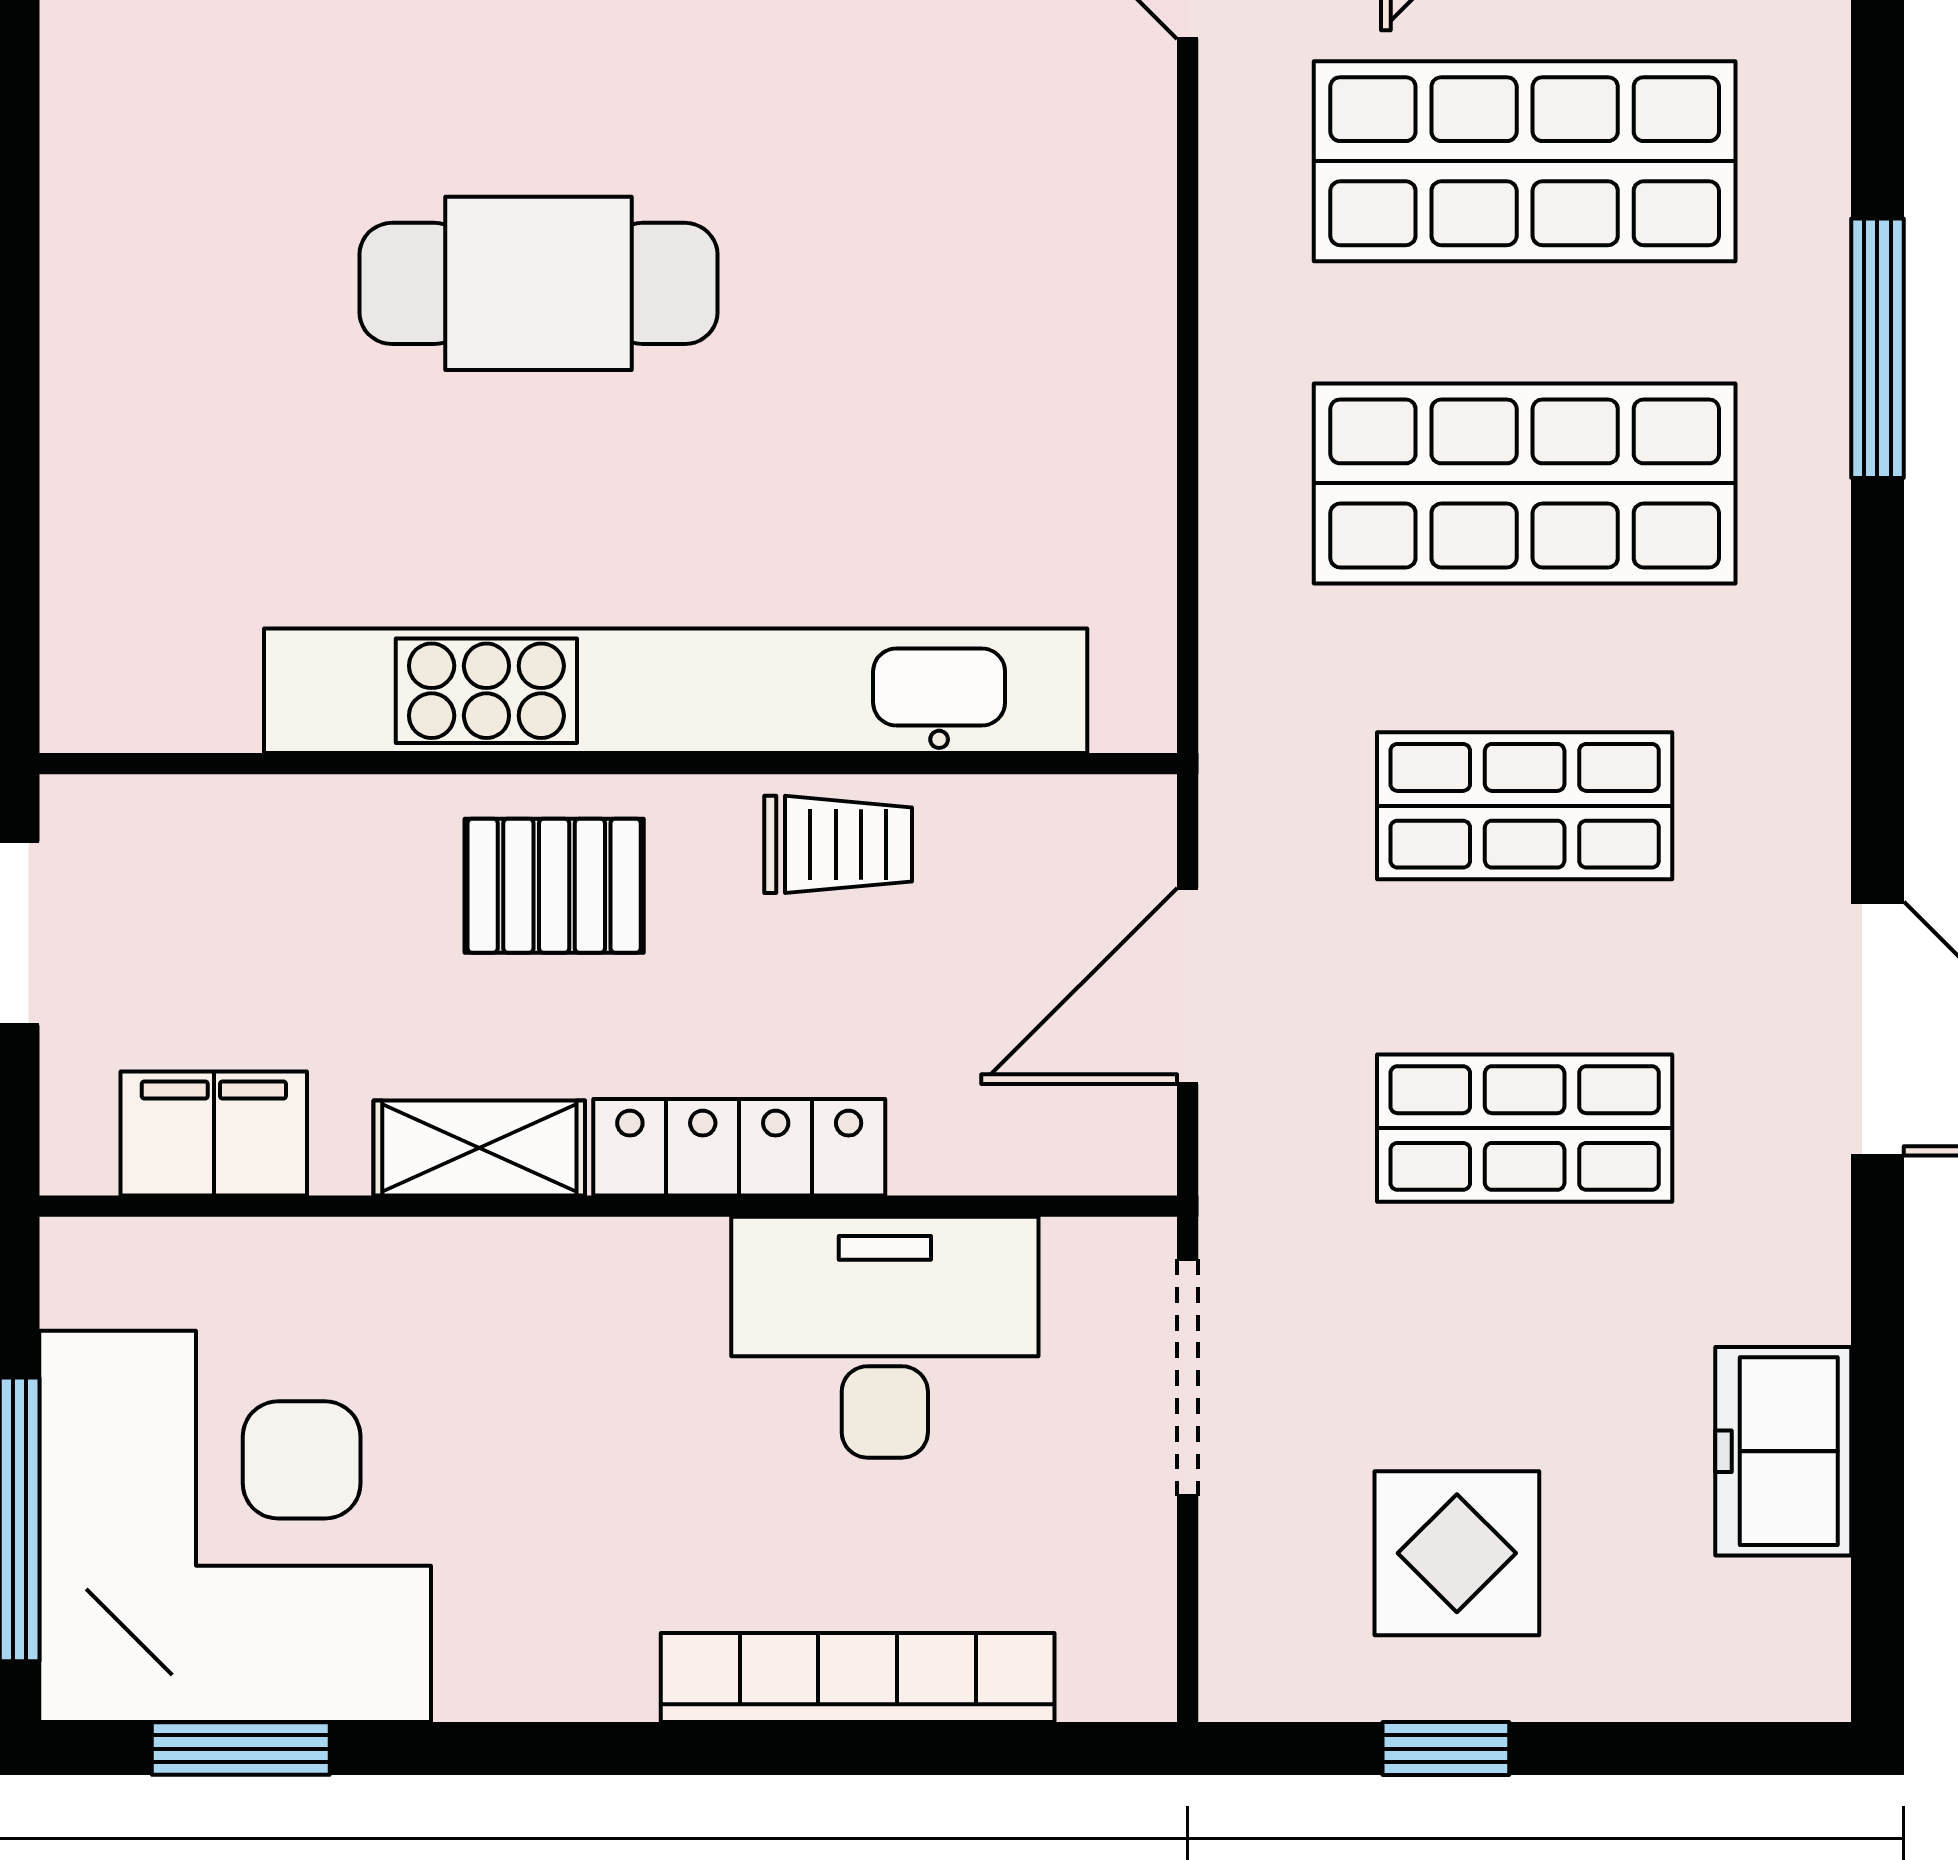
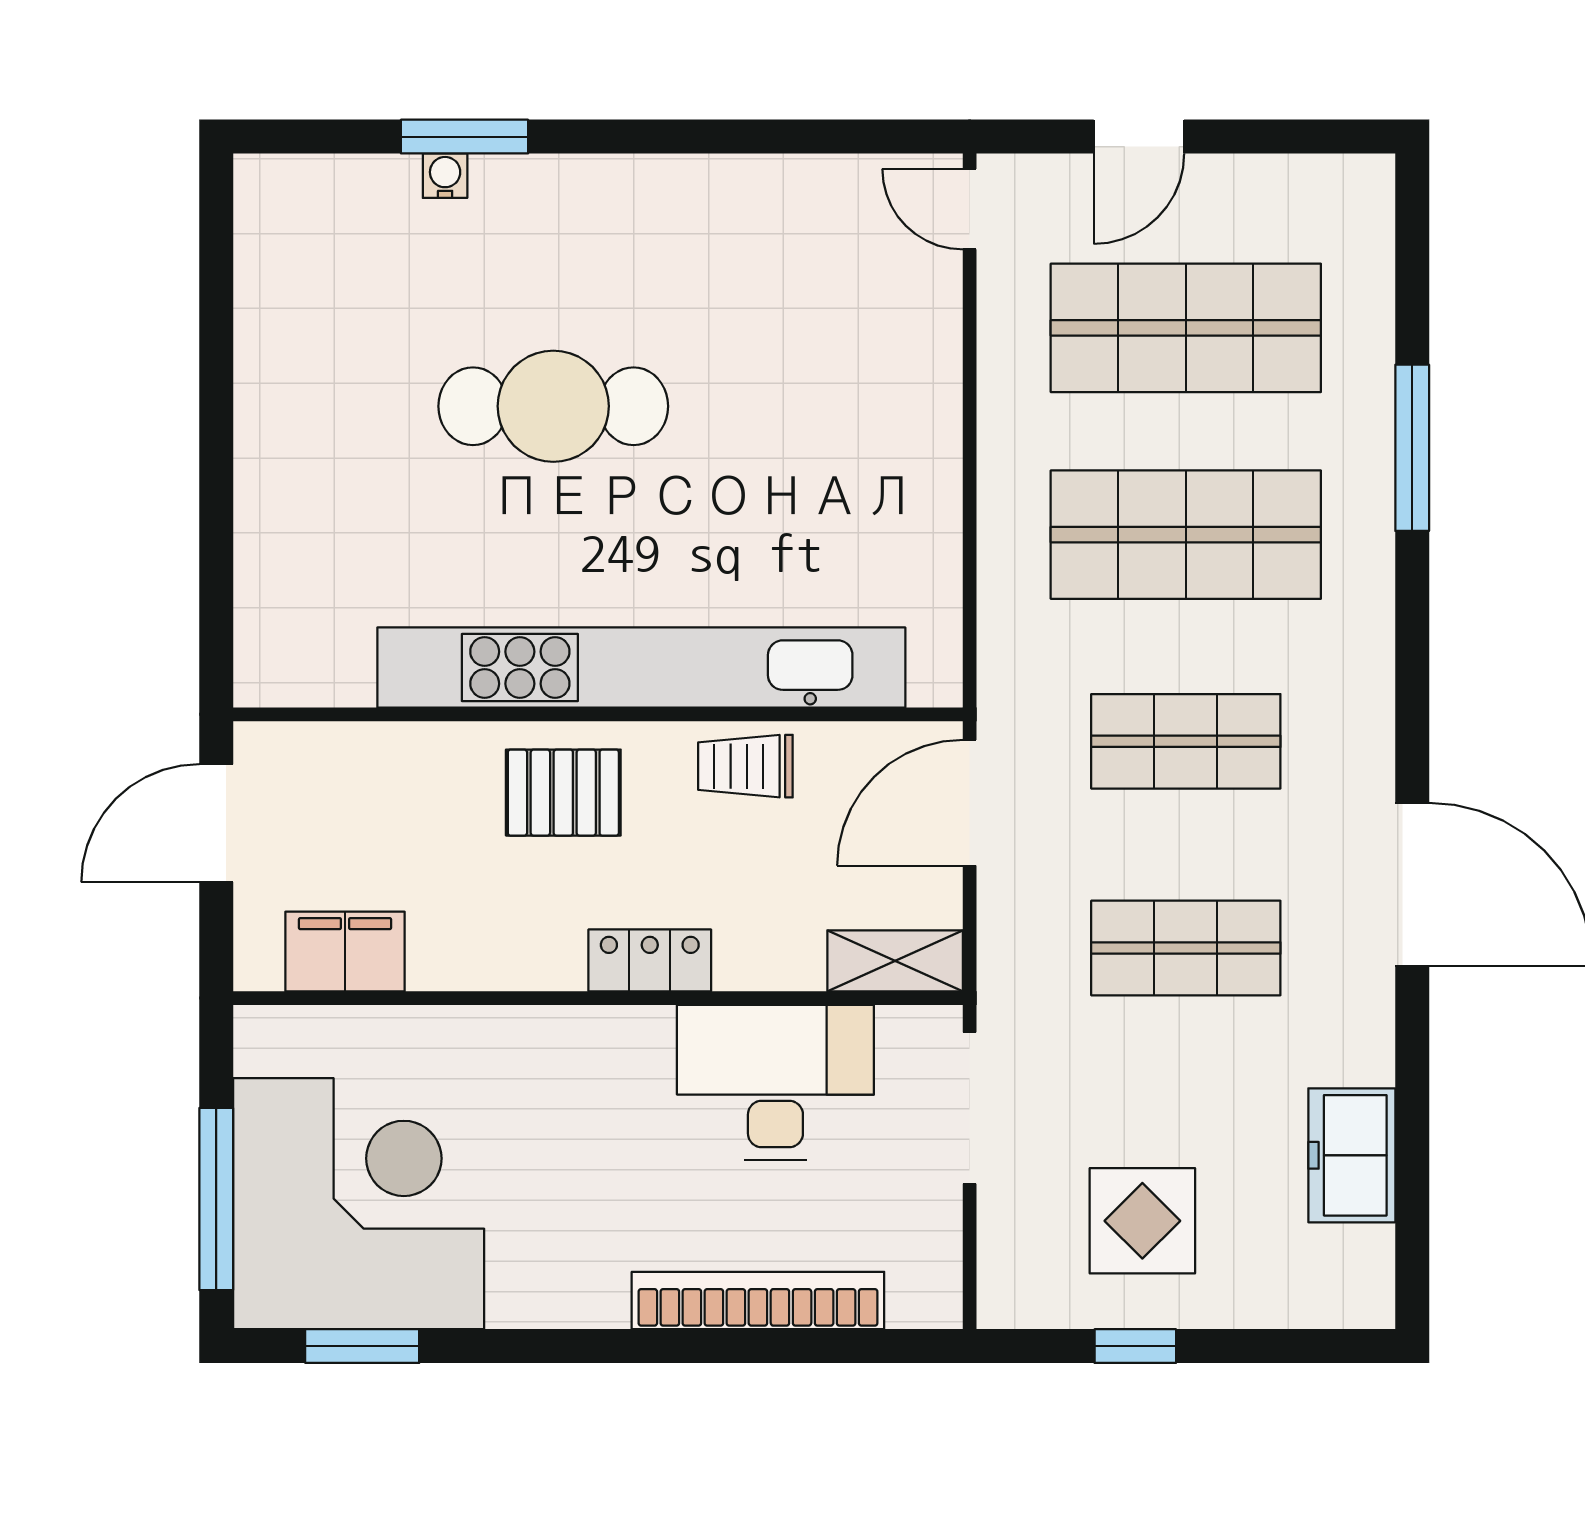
trolley: (838, 844) -> (745, 766), turned 180
door: (1188, 986) -> (970, 803), moved
locker: (739, 1147) -> (650, 960), width x0.66
shelving: (479, 1148) -> (895, 961), moved

